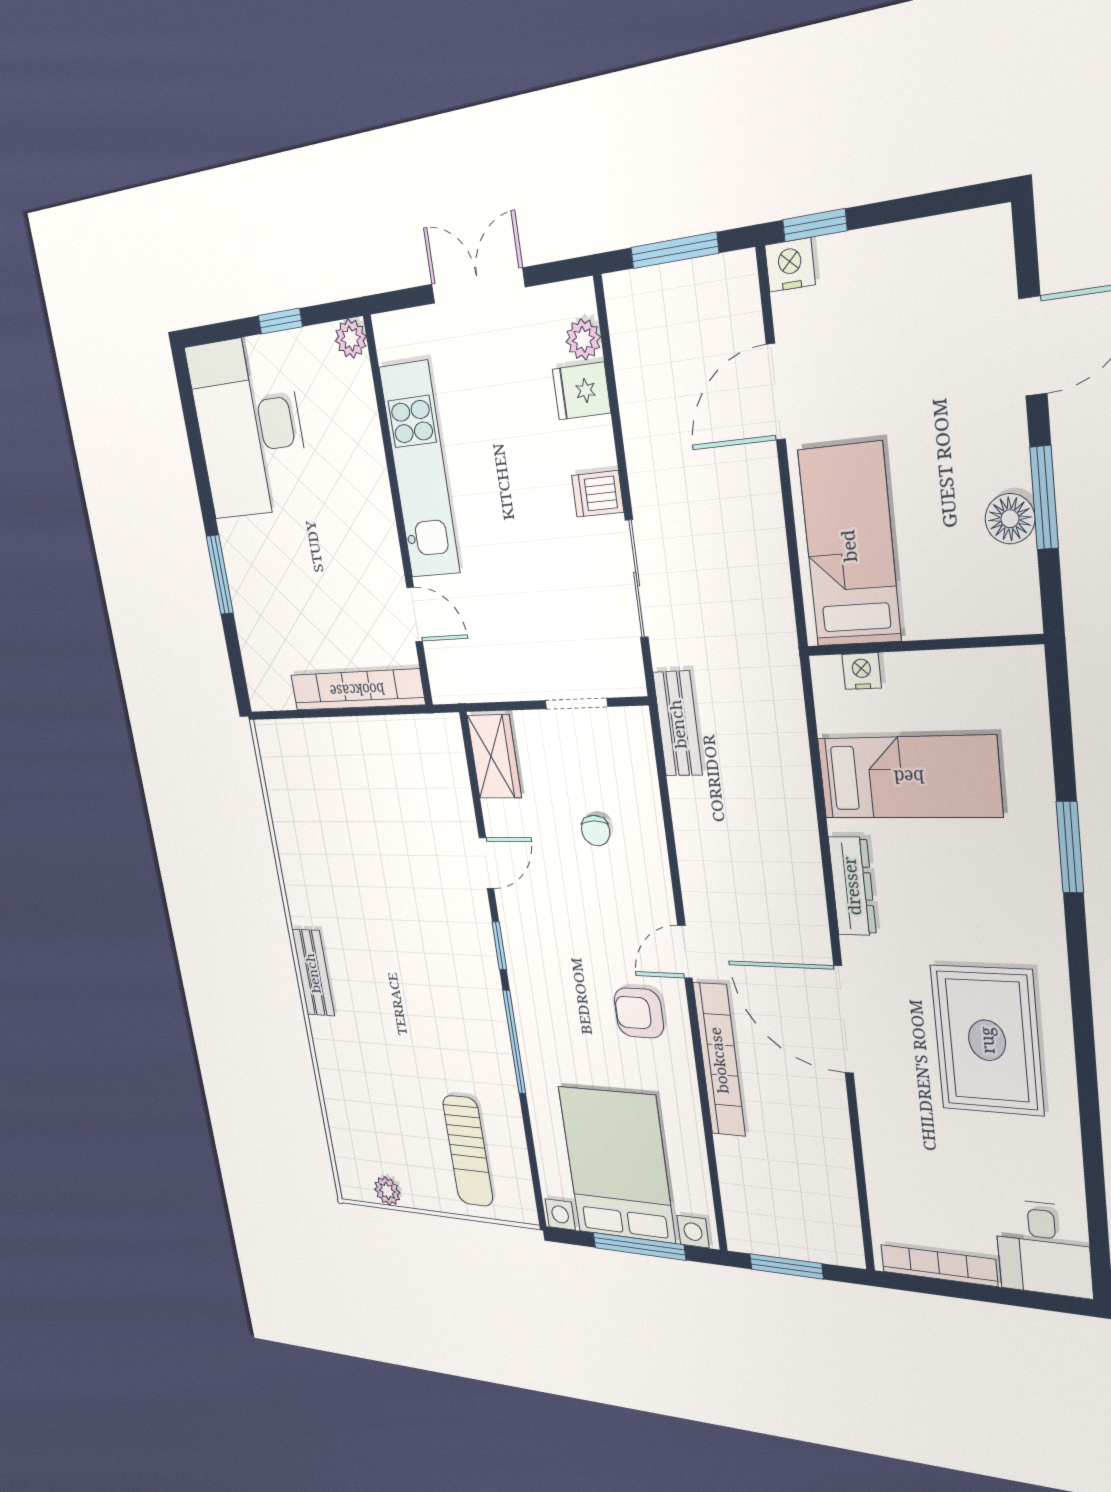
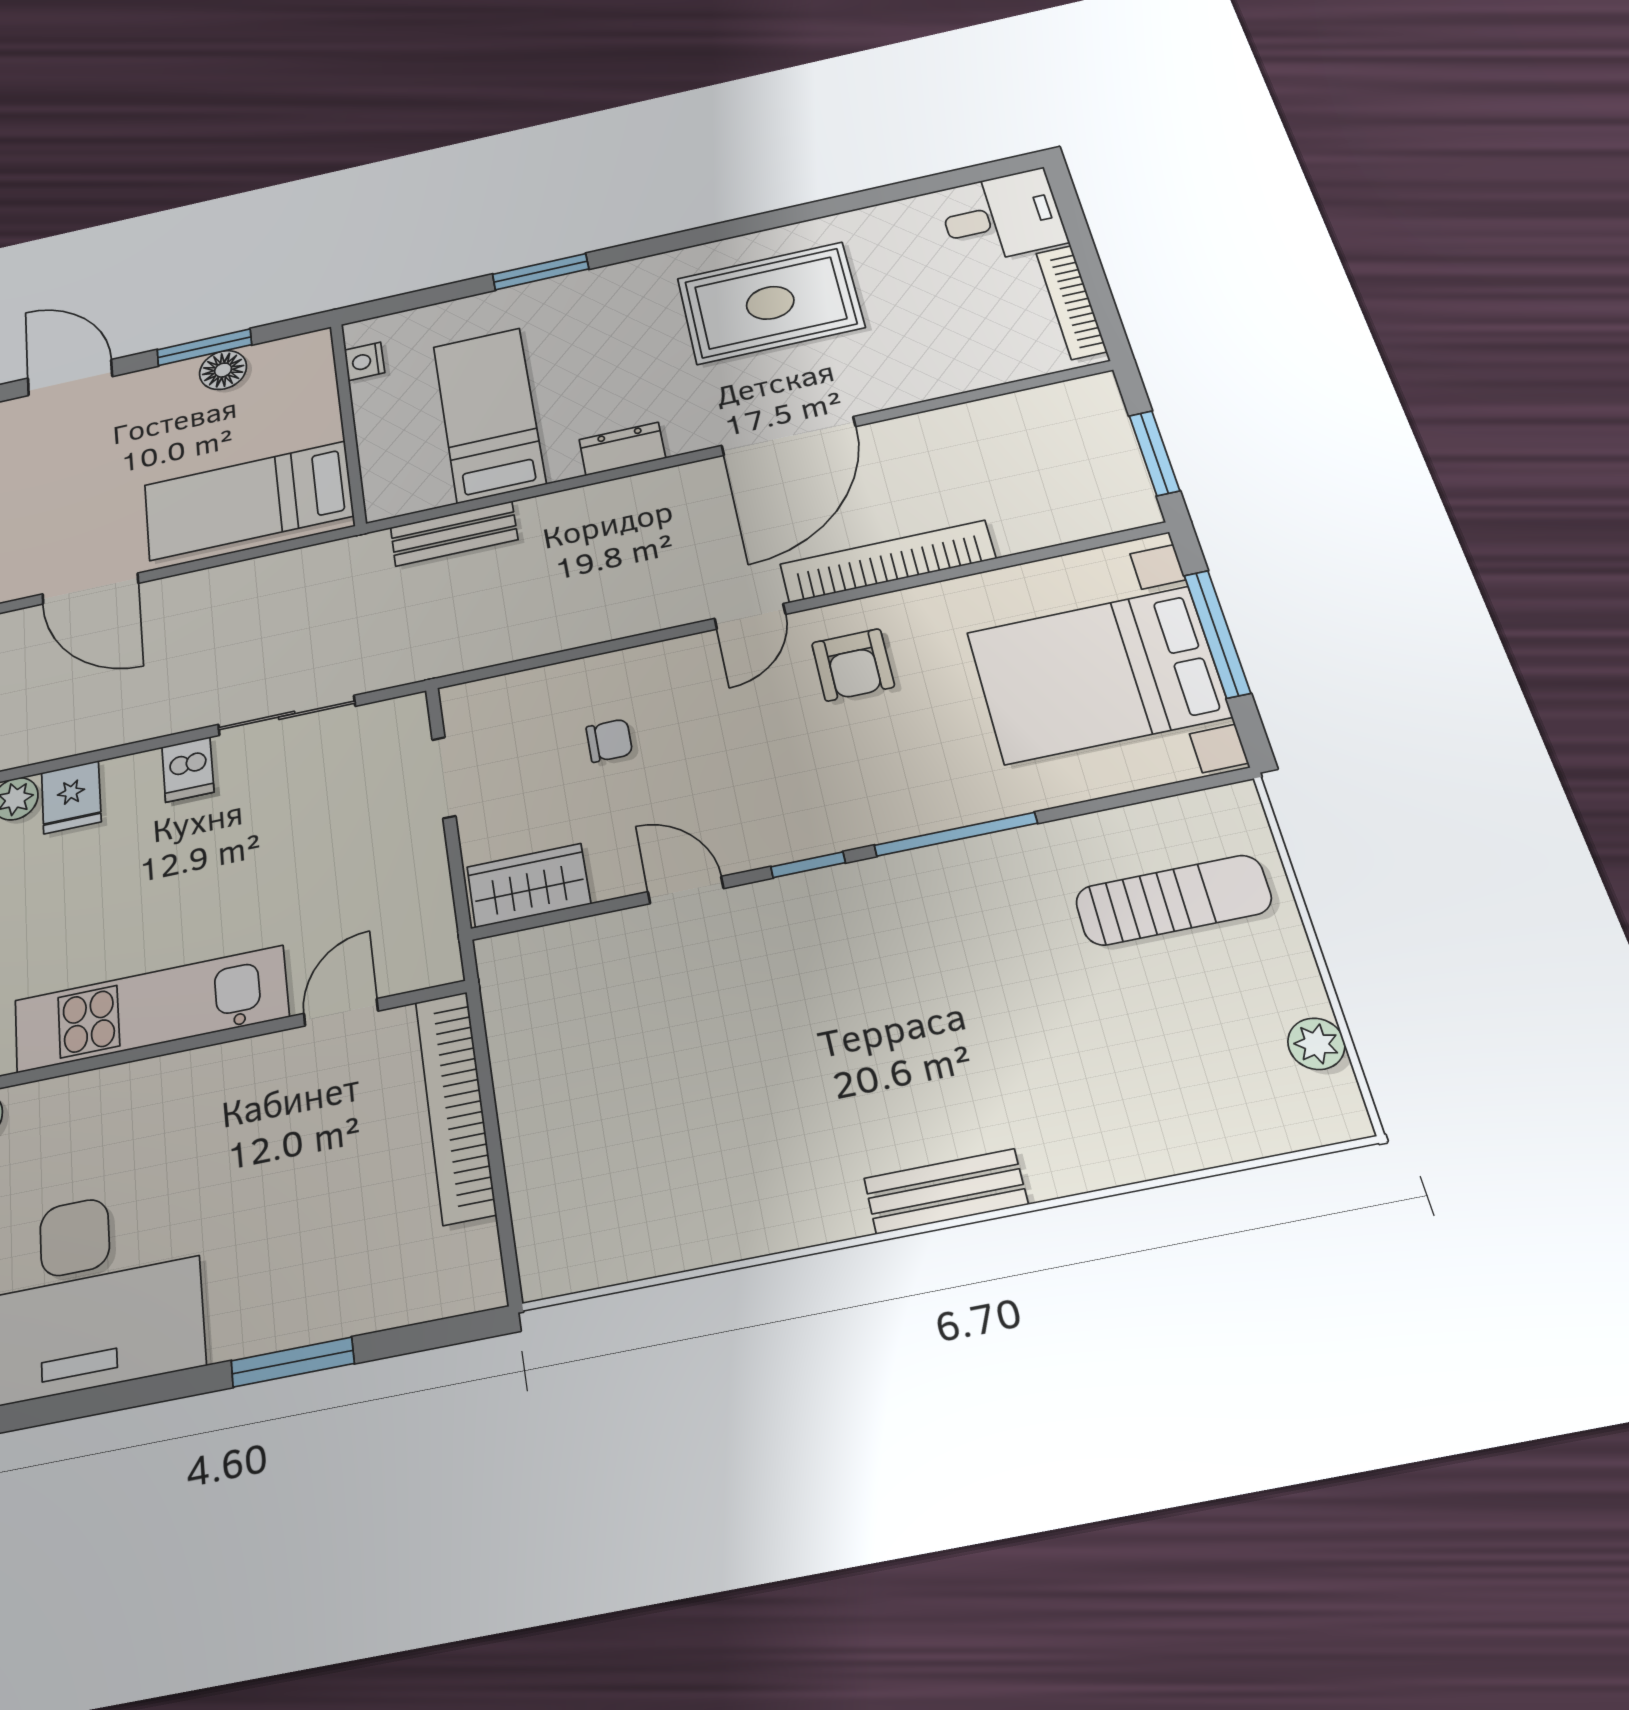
nightstand: (862, 671) -> (364, 361), moved
bench: (678, 724) -> (454, 534), moved
dresser: (852, 886) -> (622, 449), width x0.70
door: (685, 952) -> (750, 616), hinge flipped

